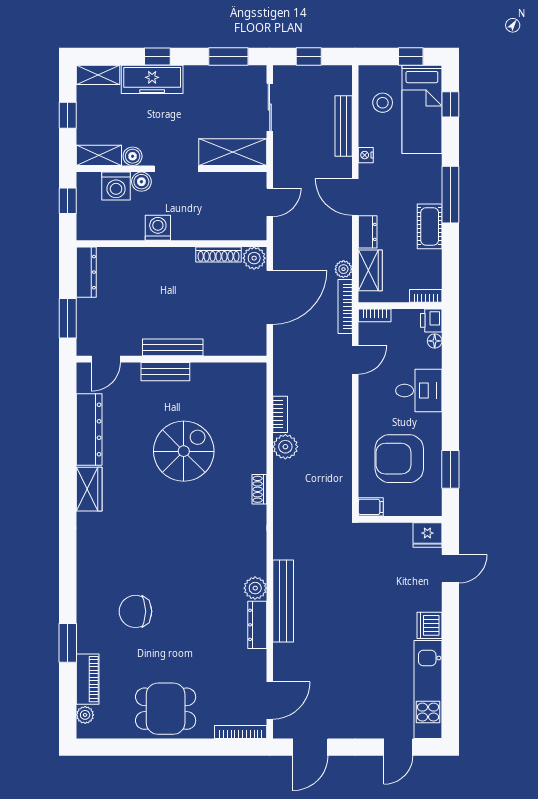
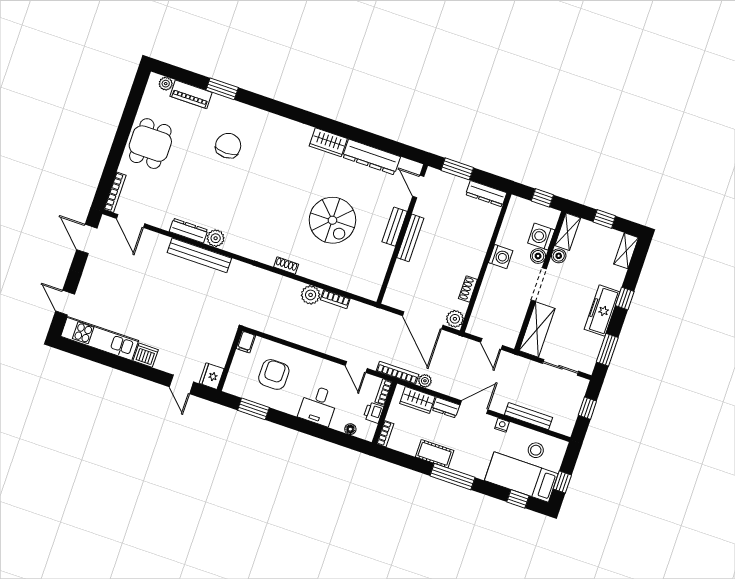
freezer: (152, 79) -> (602, 311), moved
shoe rack: (219, 255) -> (468, 289), width x0.70
printer: (431, 320) -> (373, 412), moved, turned -90
armchair: (399, 459) -> (274, 374), width x0.73, depth x0.73

